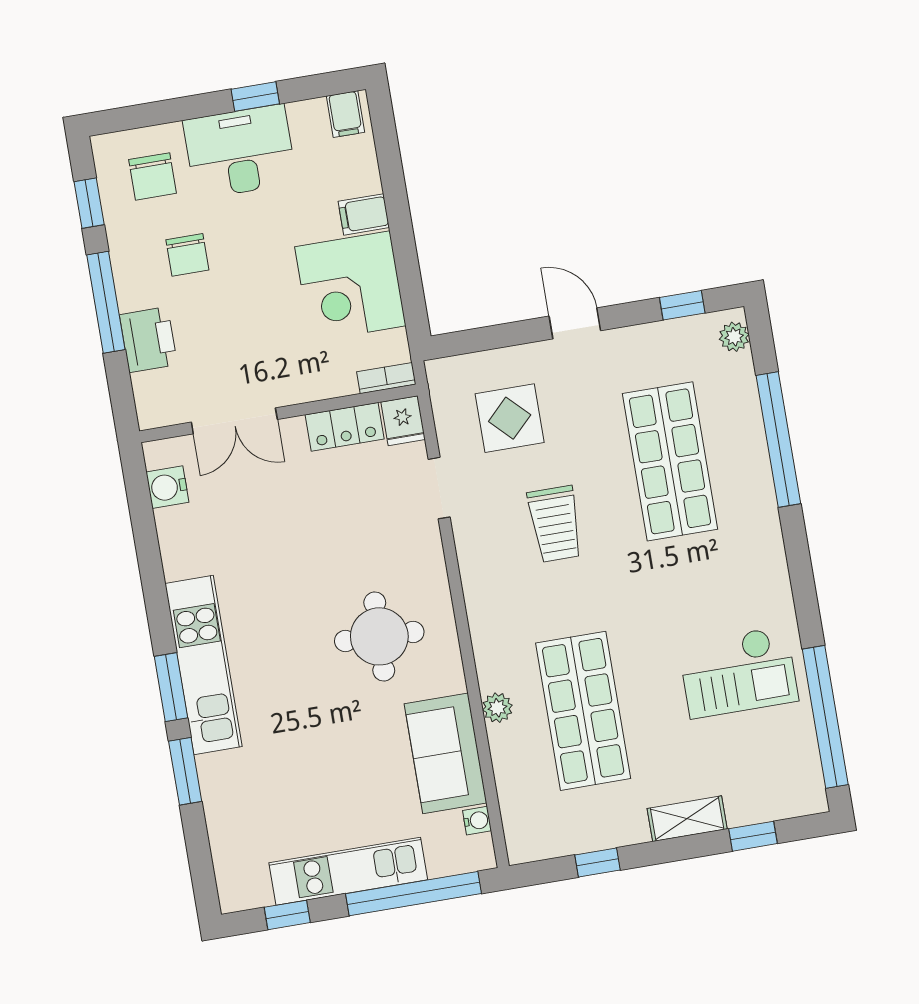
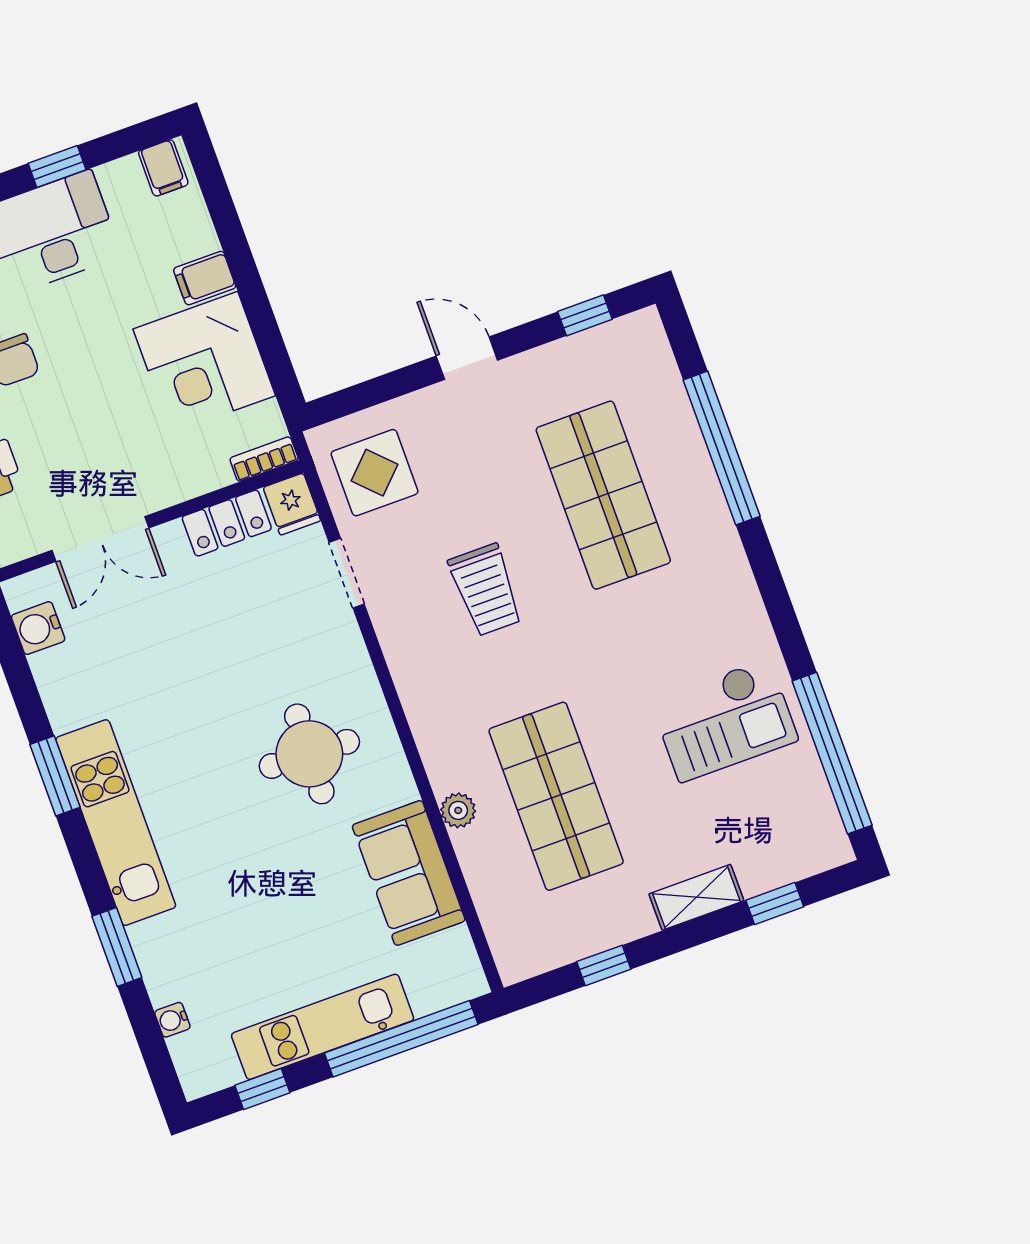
plant: (734, 337) -> (650, 340), removed
display table: (510, 418) -> (375, 473), moved
window: (171, 687) -> (55, 776), moved
water cooler: (477, 821) -> (172, 1020), moved, turned 180

